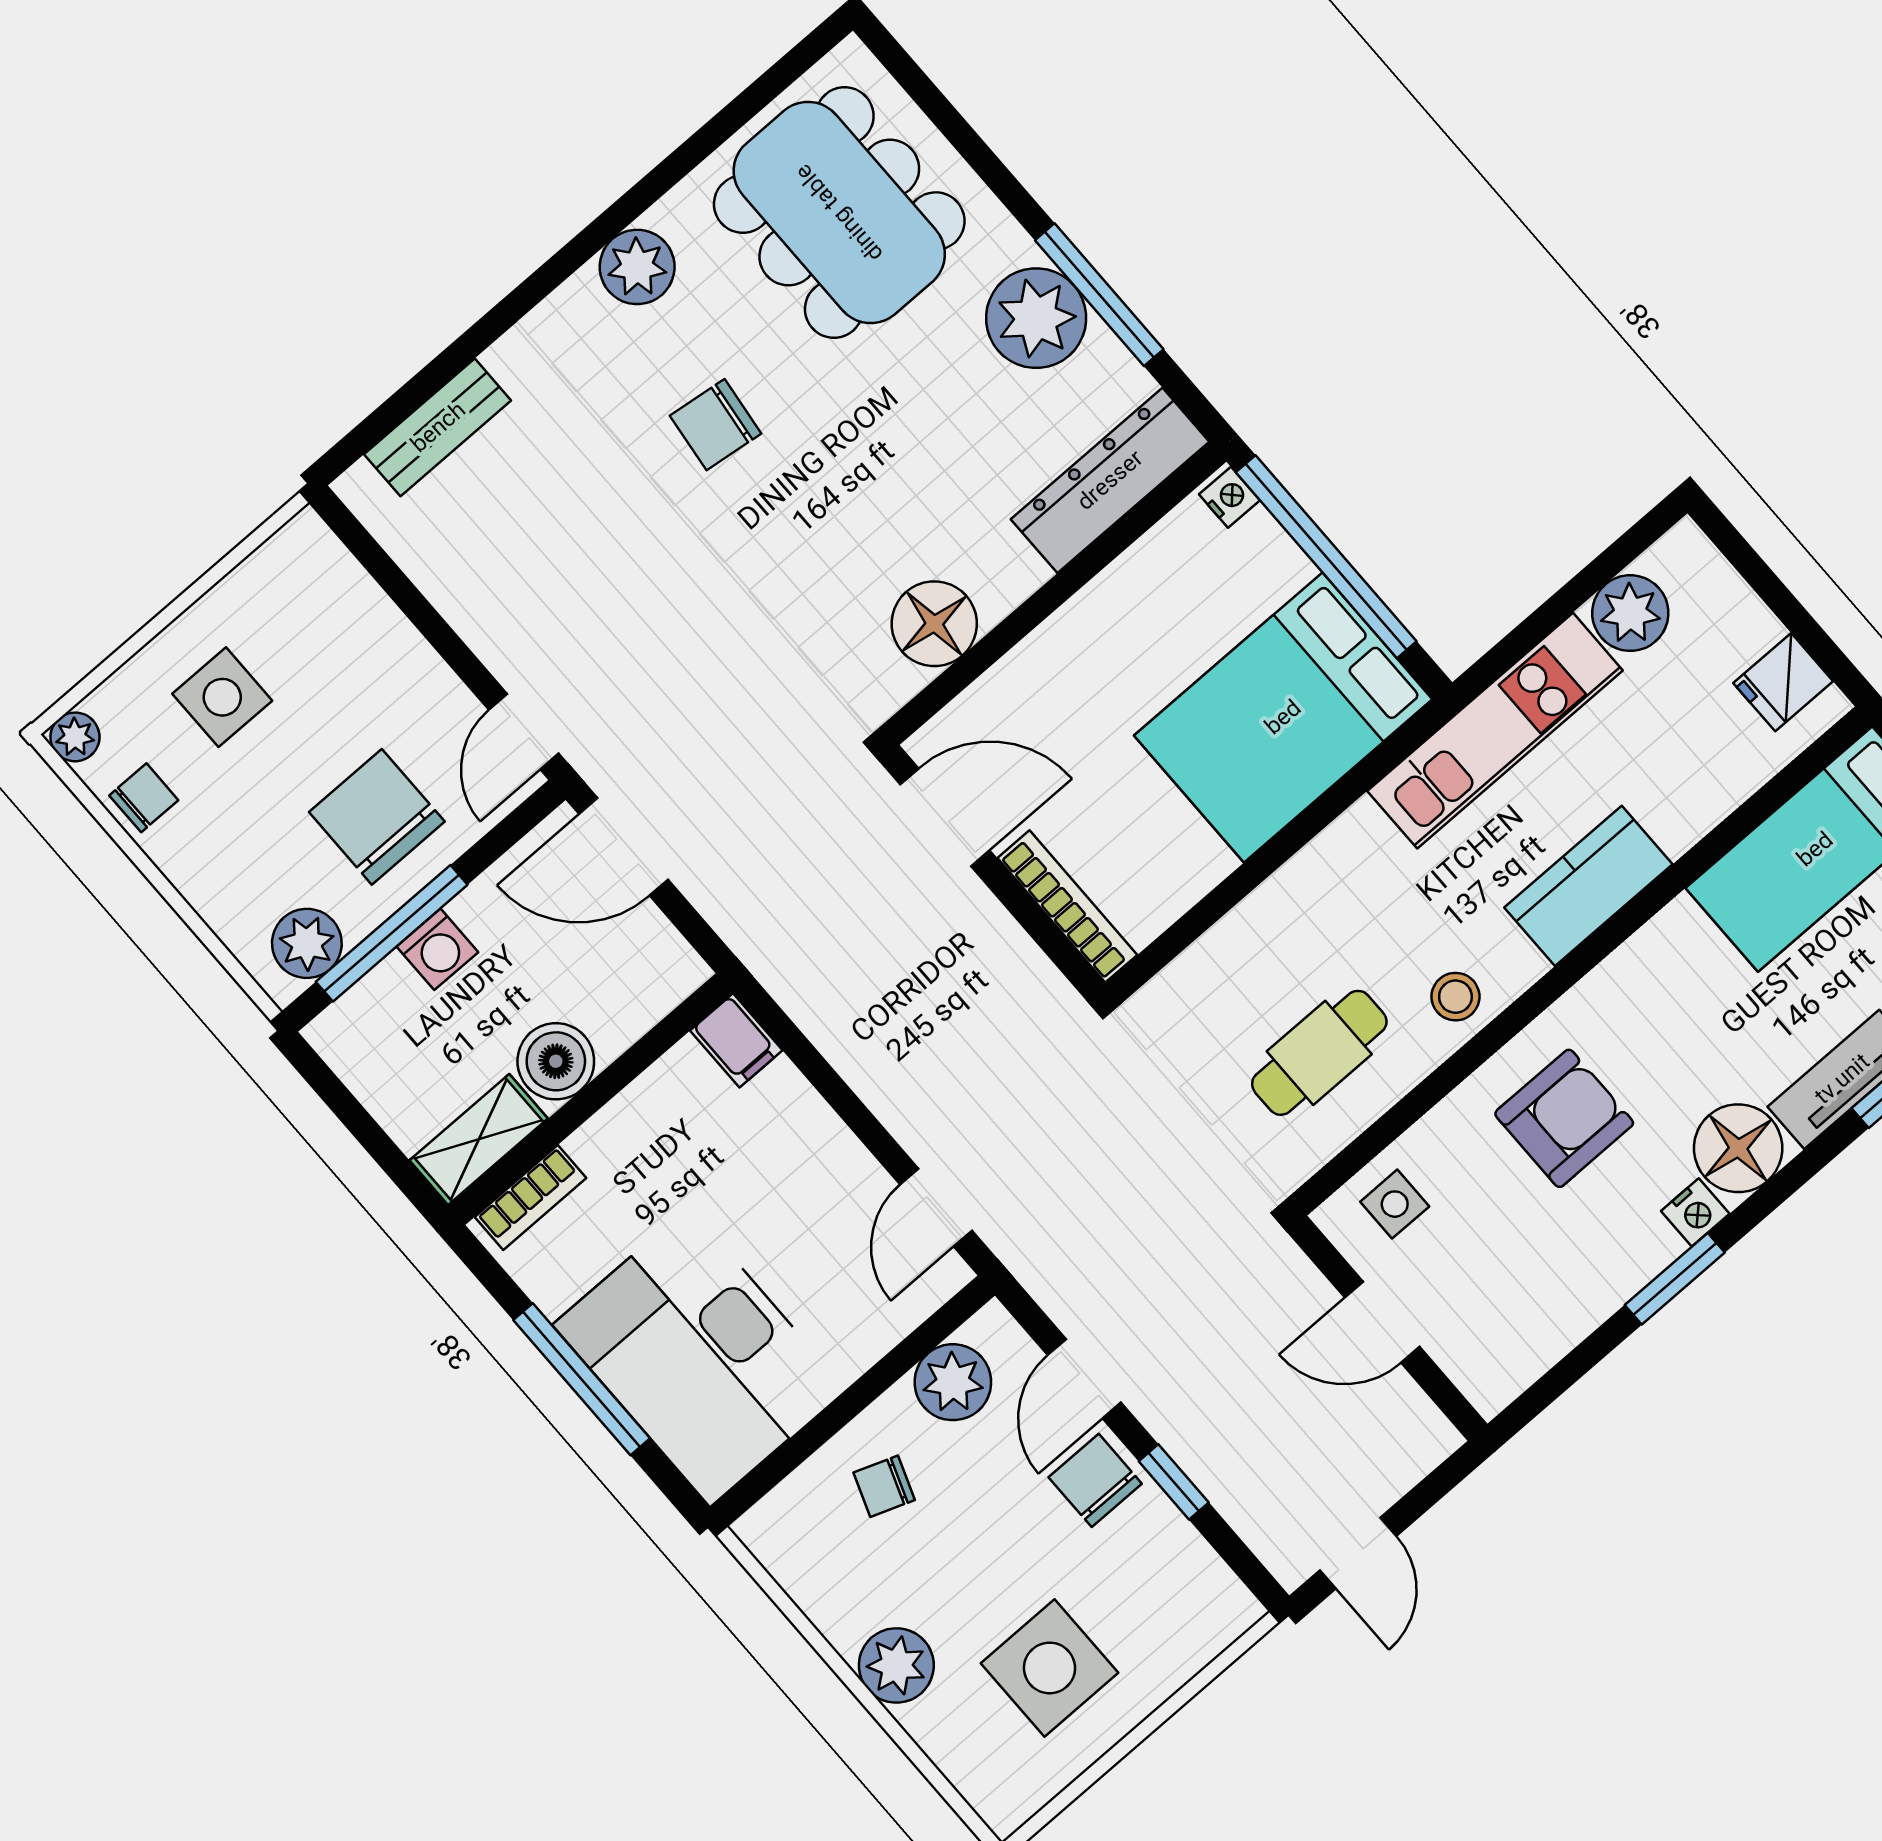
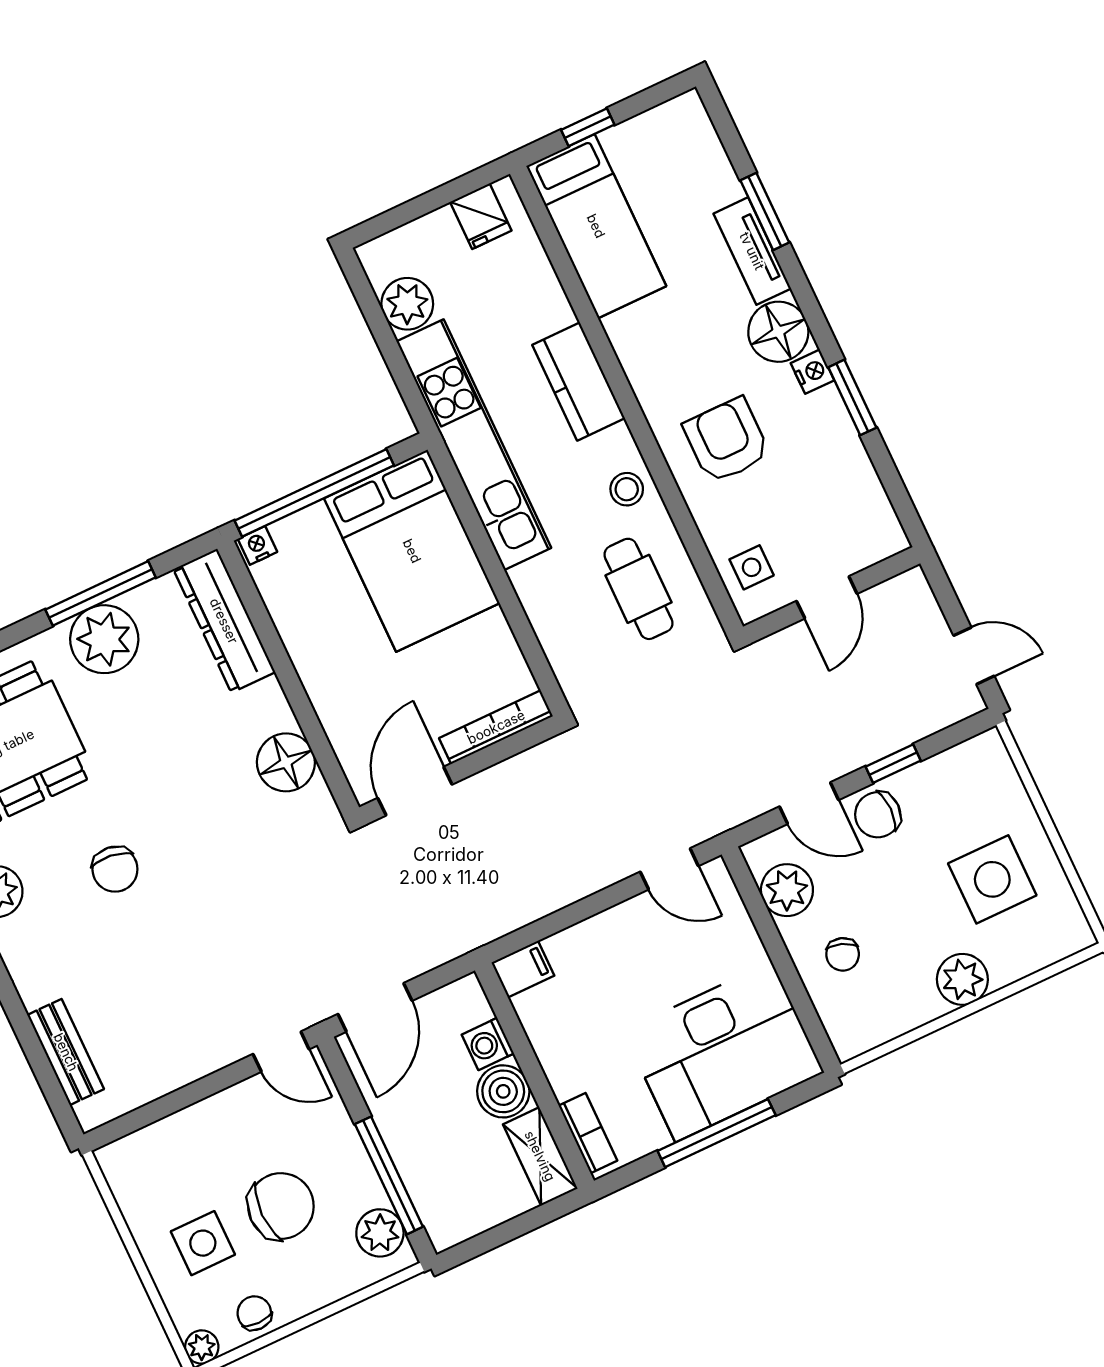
kitchen unit: (1495, 731) -> (474, 445), width x1.36
chair: (377, 817) -> (281, 1206), moved, turned 180
washing machine: (437, 949) -> (488, 1044), moved, turned 180

